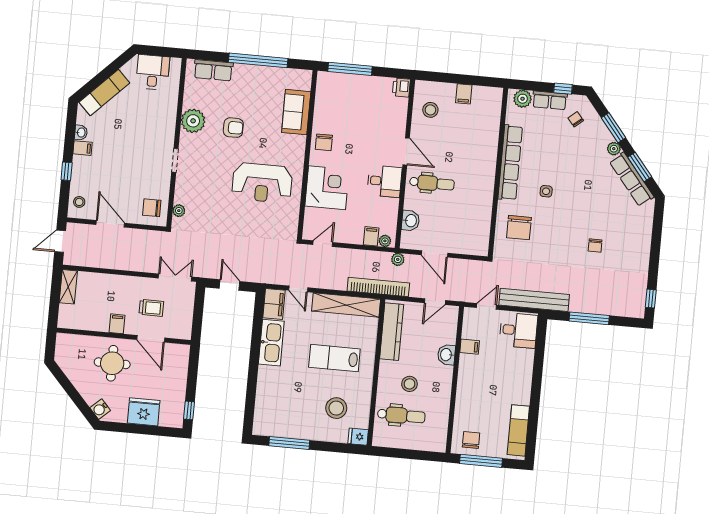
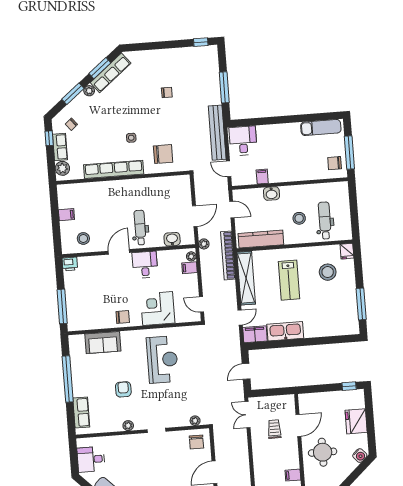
plant: (193, 121) -> (128, 426), width x0.53, depth x0.53
filing cabinet: (117, 324) -> (293, 475), moved

